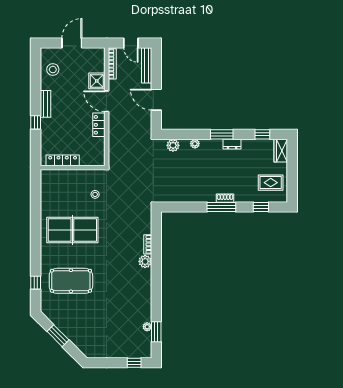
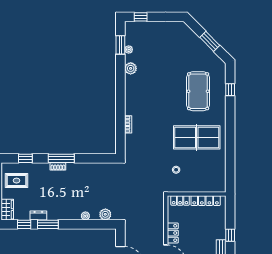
window: (222, 134) -> (48, 224), moved
dresser: (232, 144) -> (38, 215), moved
locker: (91, 161) -> (180, 200), added
plant: (145, 261) -> (131, 68), moved
pool table: (71, 281) -> (198, 91), turned 90

